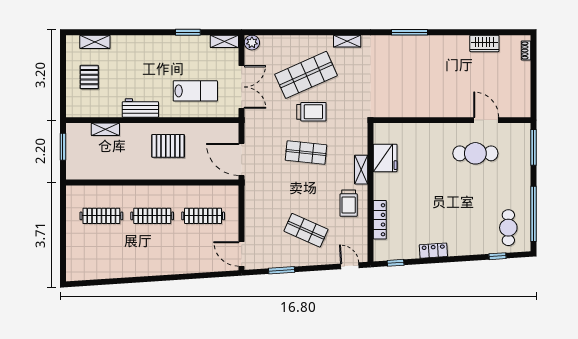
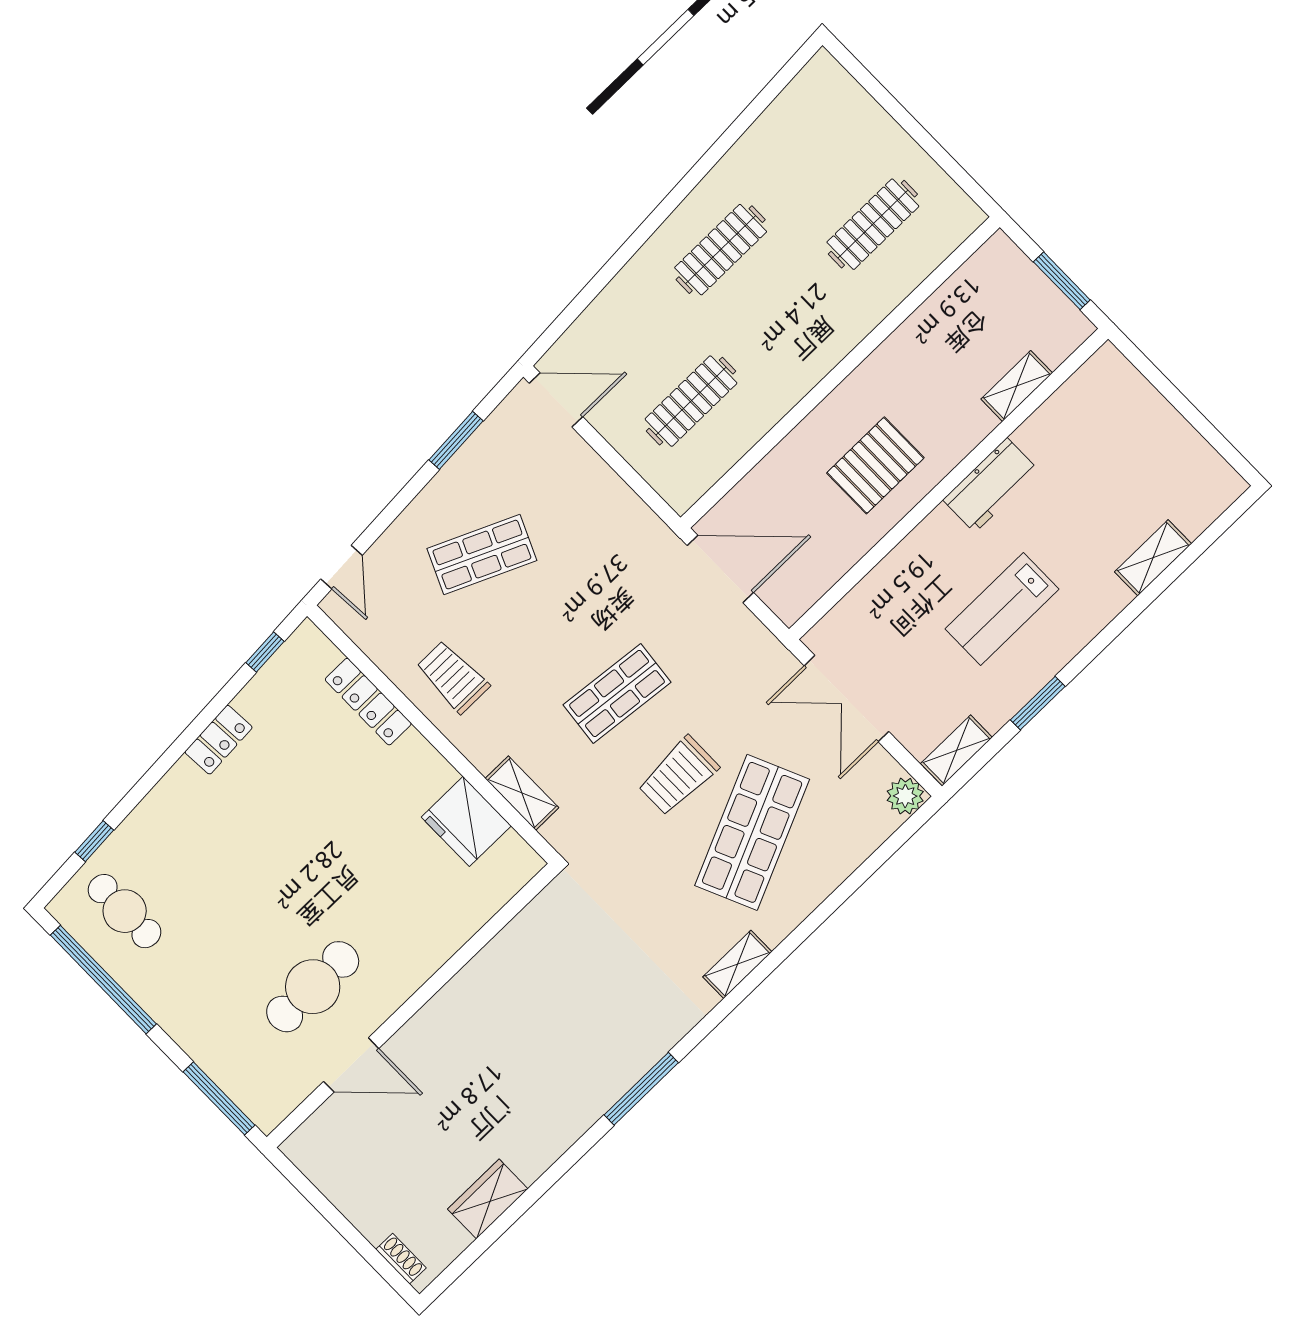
shelving: (95, 42) -> (1153, 558), moved
pallet: (89, 77) -> (1136, 451), removed
lab bench: (195, 91) -> (1002, 609), moved
shelving: (361, 170) -> (522, 793), moved
clothes rail: (152, 216) -> (721, 250), moved
door: (350, 266) -> (342, 567), hinge flipped

